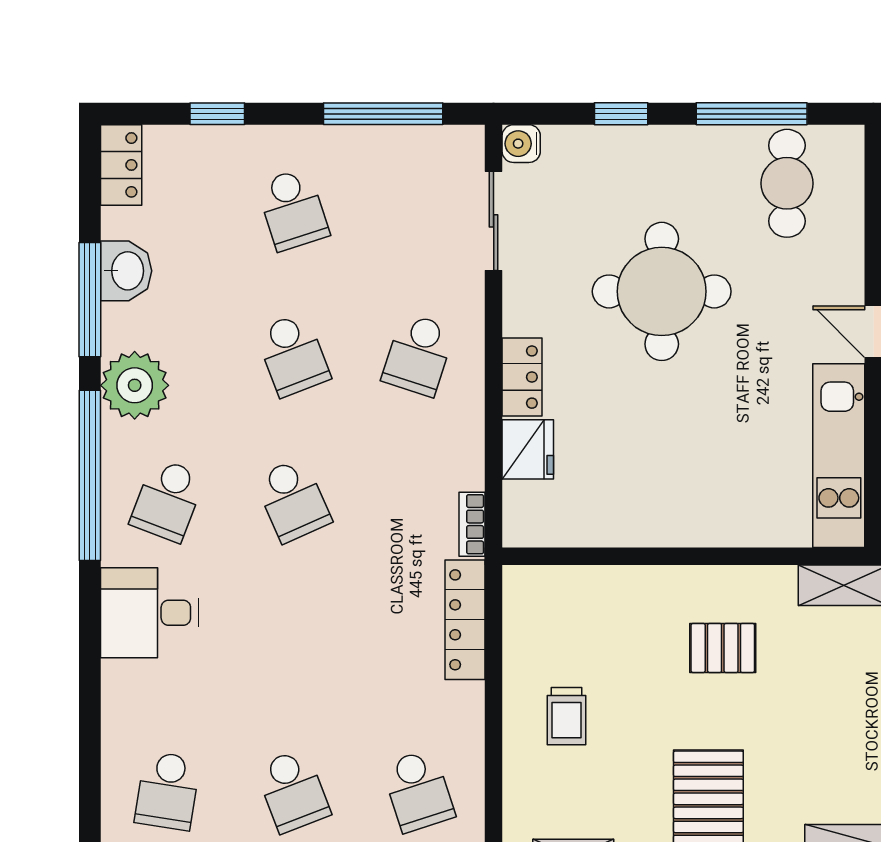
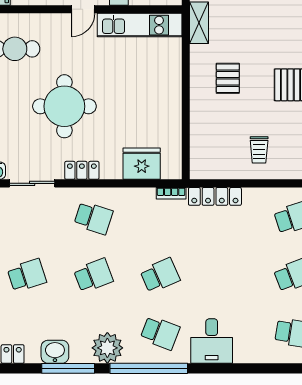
locker: (522, 377) -> (82, 170), moved
fridge: (528, 449) -> (142, 164), width x1.36, depth x1.34
trolley: (567, 716) -> (259, 150), turned 90

